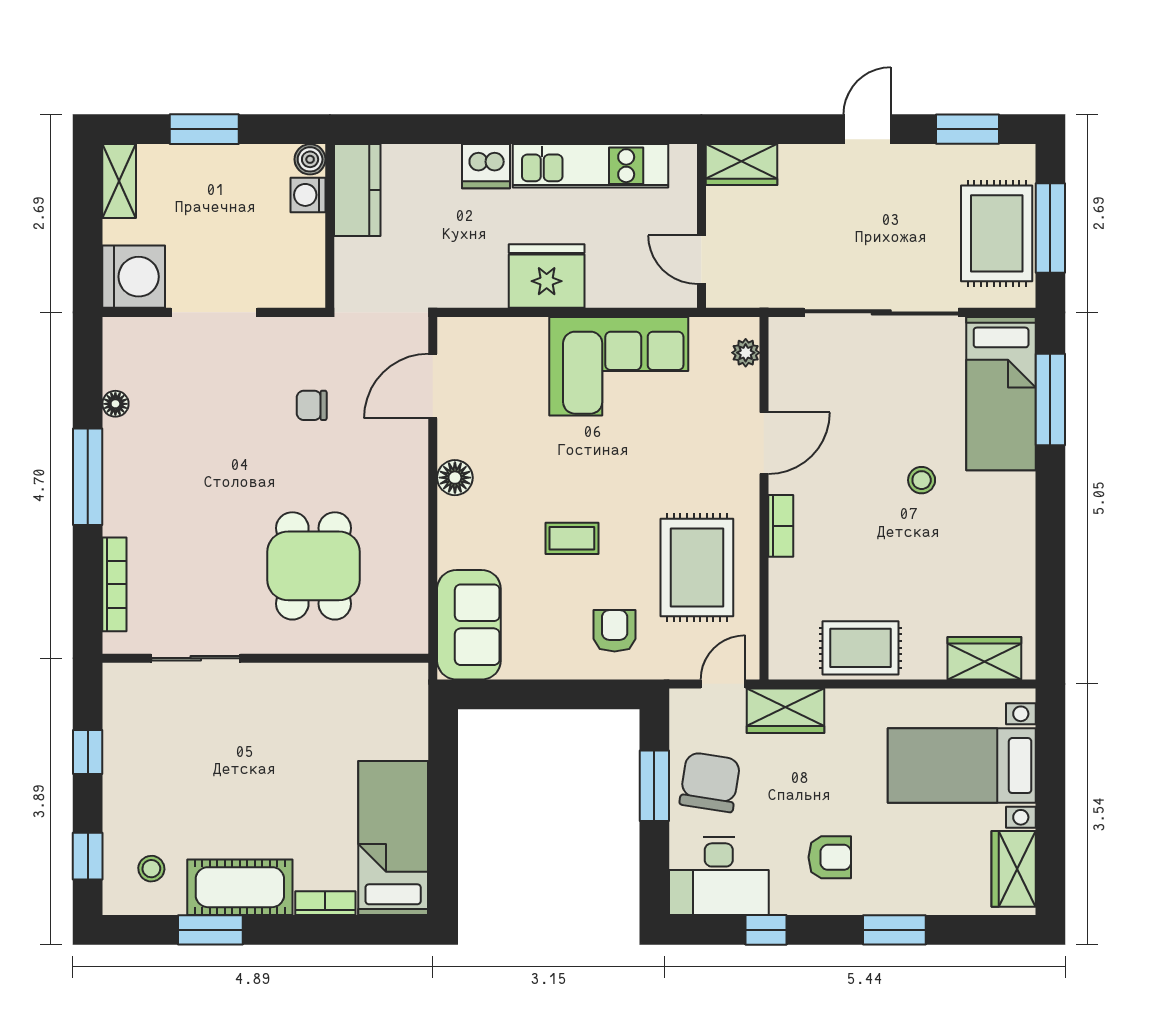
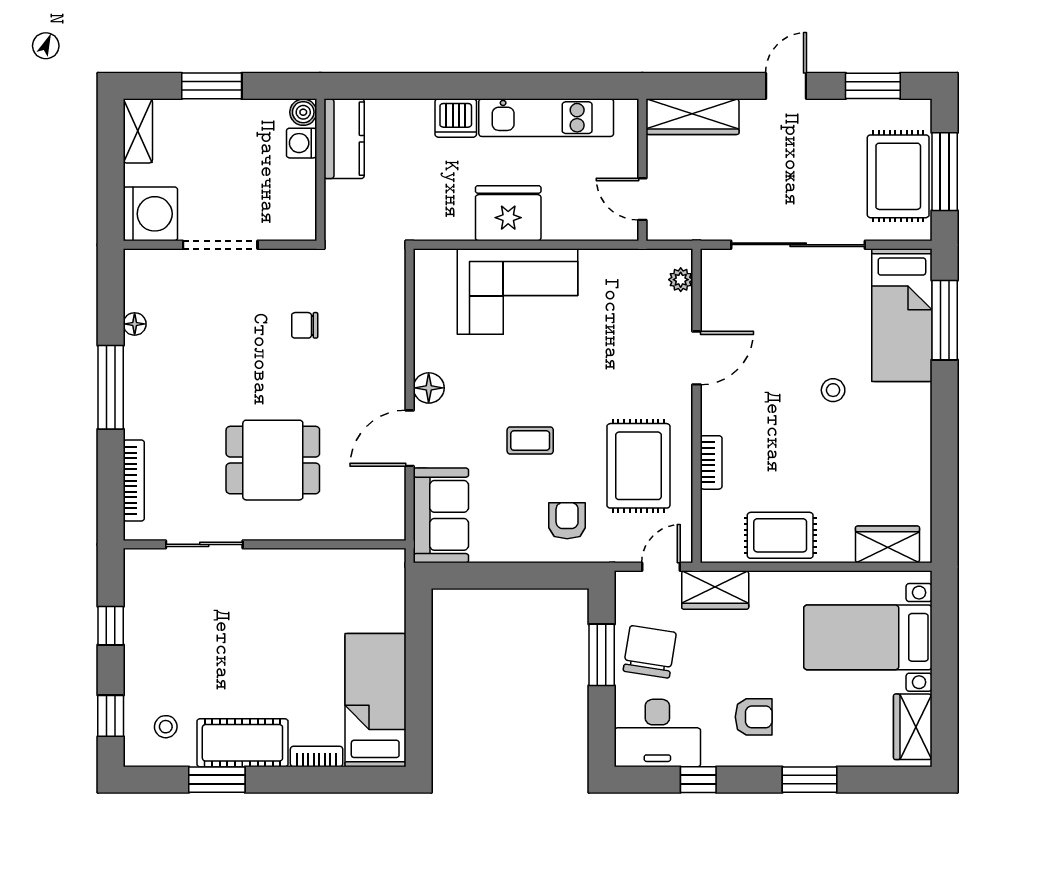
wardrobe: (742, 164) -> (693, 117), width x1.50
corner sofa: (619, 366) -> (518, 291), moved
door: (433, 386) -> (410, 438), moved
bookcase: (781, 526) -> (711, 462), moved
dining table: (314, 566) -> (273, 460), moved, turned 90

